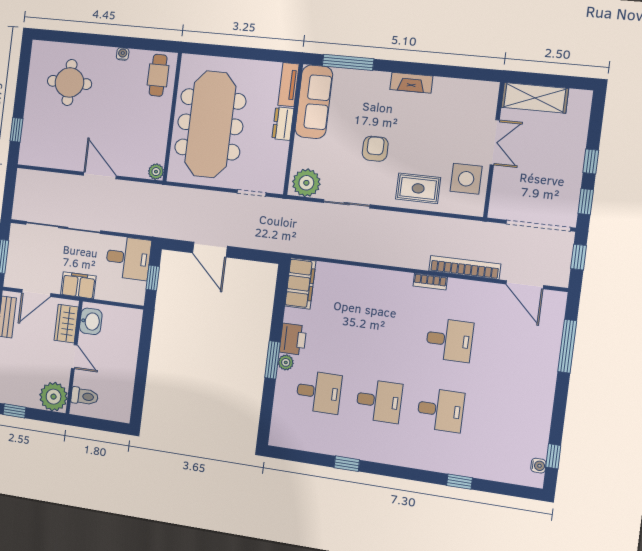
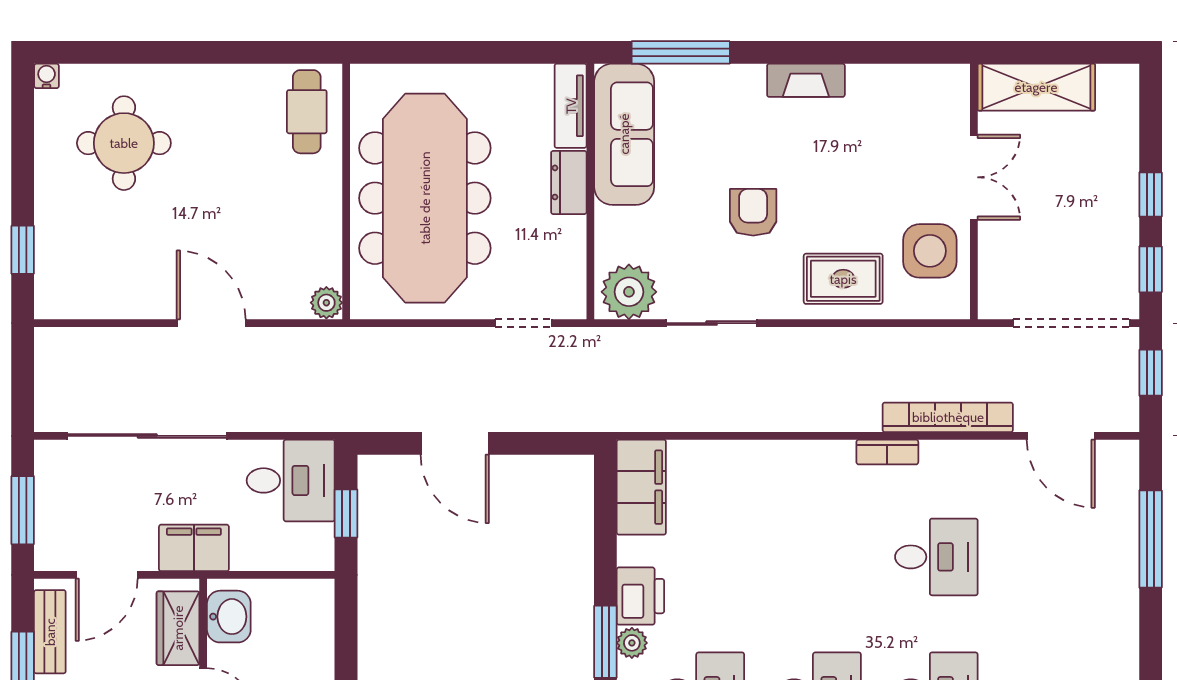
water cooler: (123, 54) -> (47, 76), moved

